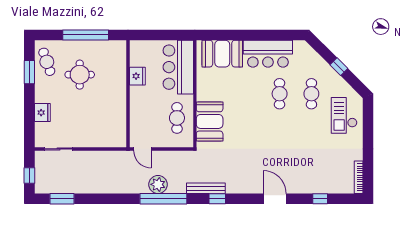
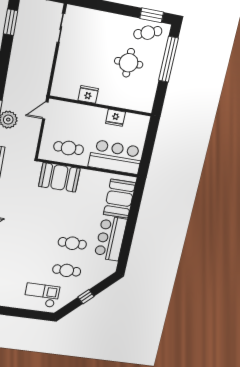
window: (86, 35) -> (168, 59), moved
window: (29, 72) -> (152, 15), moved
fridge: (42, 113) -> (88, 94), moved, turned 180

